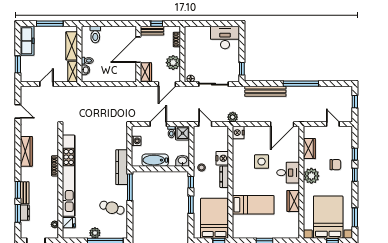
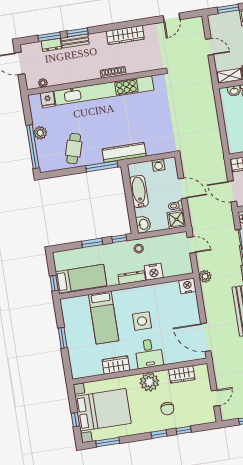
door: (205, 124) -> (191, 245), hinge flipped
side table: (262, 162) -> (142, 321), moved
bed: (214, 218) -> (81, 279), width x0.67

